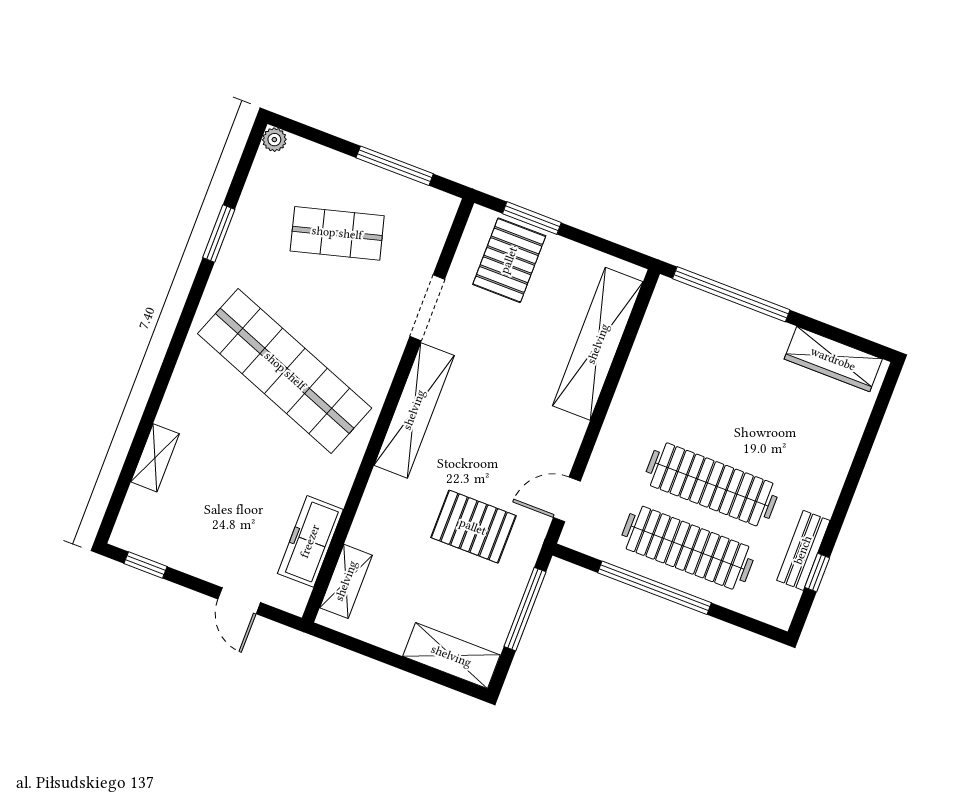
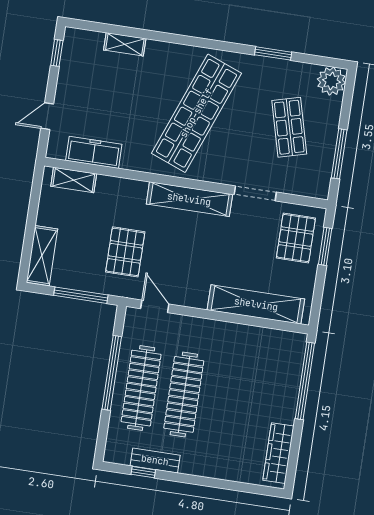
plant: (274, 140) -> (331, 81), width x1.87, depth x1.87
pallet: (509, 260) -> (296, 238), turned 90

